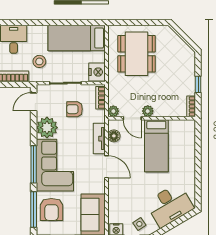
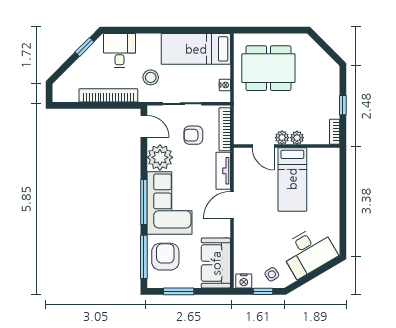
dining table: (137, 54) -> (268, 68), turned 90
nightstand: (97, 72) -> (225, 85), width x0.53, depth x0.56
bookcase: (100, 98) -> (225, 129), width x1.56
door: (34, 102) -> (144, 126), swing flipped
plant: (113, 111) -> (297, 138), moved
floor lamp: (114, 136) -> (241, 168), removed
door: (106, 167) -> (232, 205), swing flipped
armchair: (51, 209) -> (165, 257), turned 180

